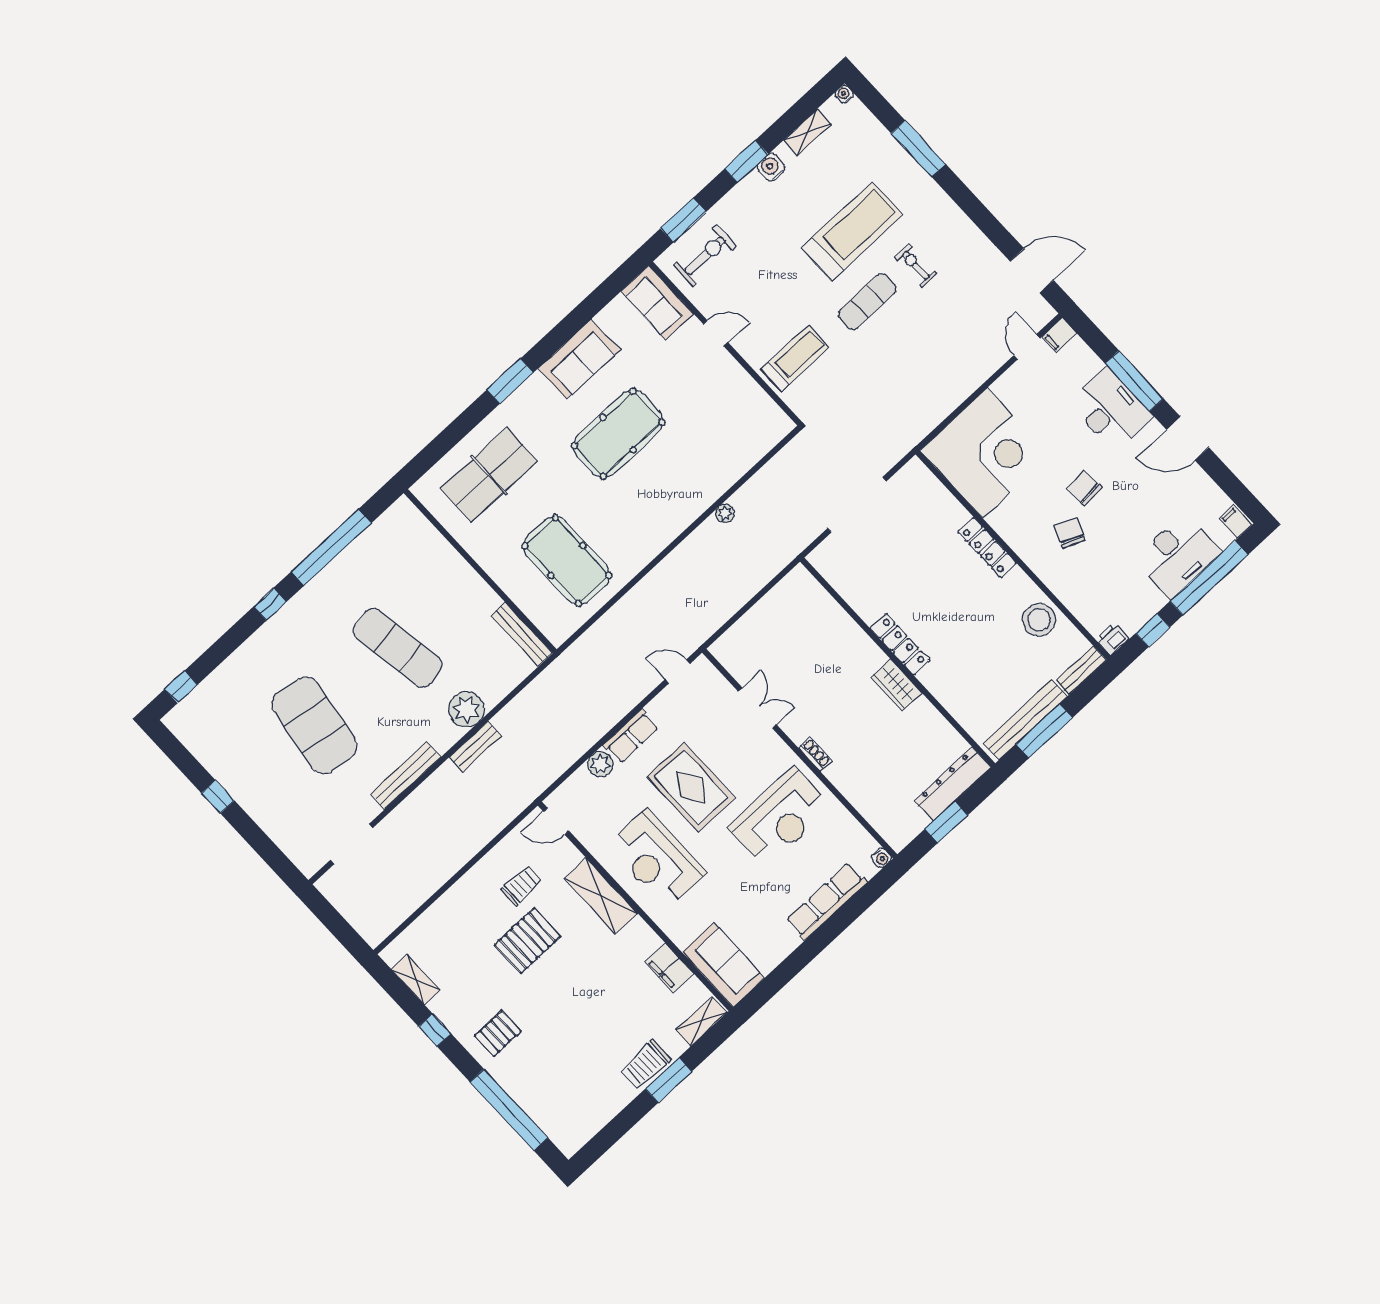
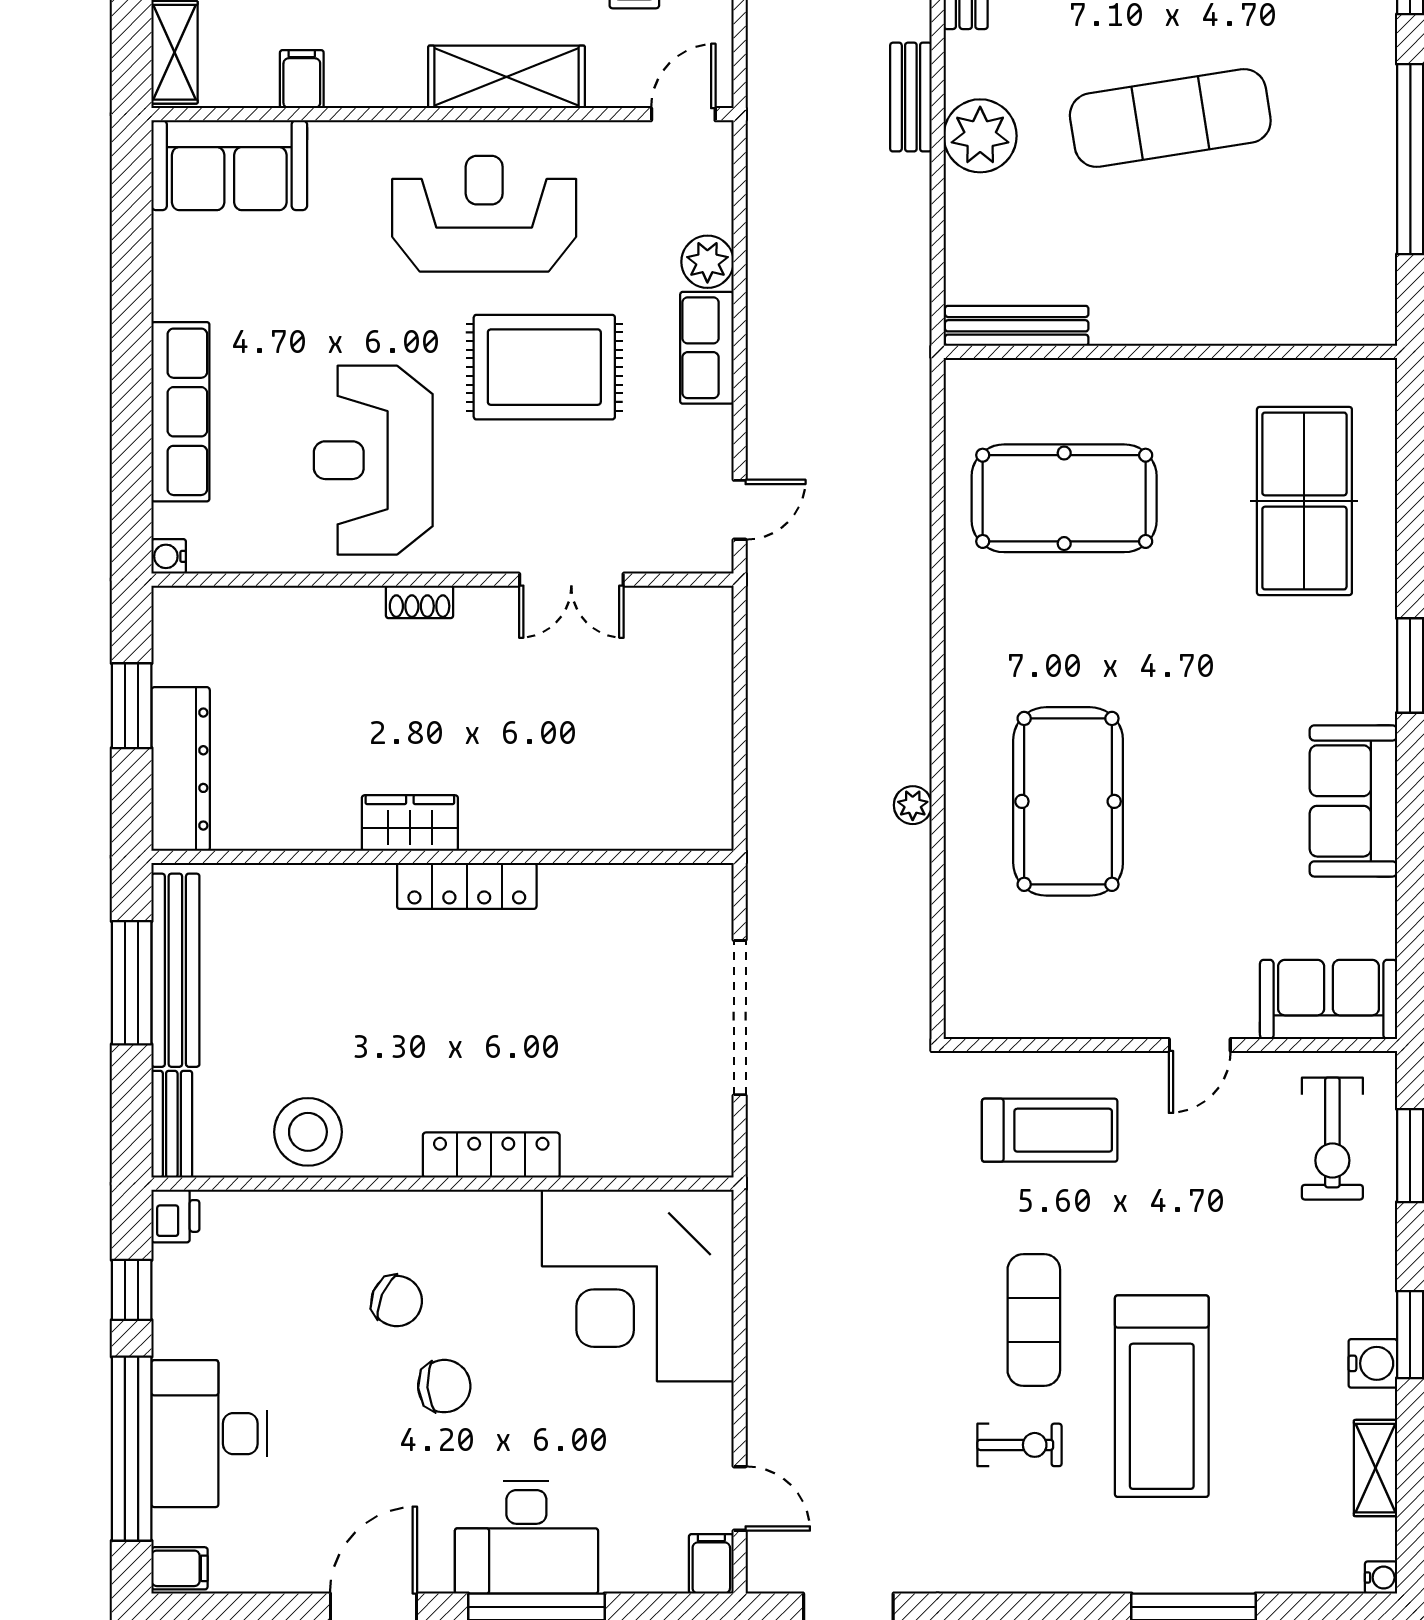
treadmill: (795, 358) -> (1050, 1130), turned -90
pool table: (618, 434) -> (1068, 801), moved
filing cabinet: (669, 968) -> (302, 79), width x0.50

